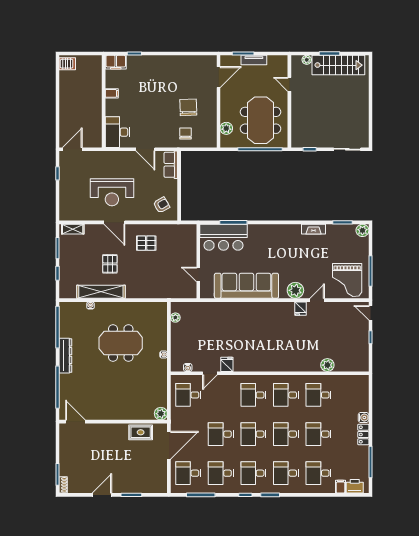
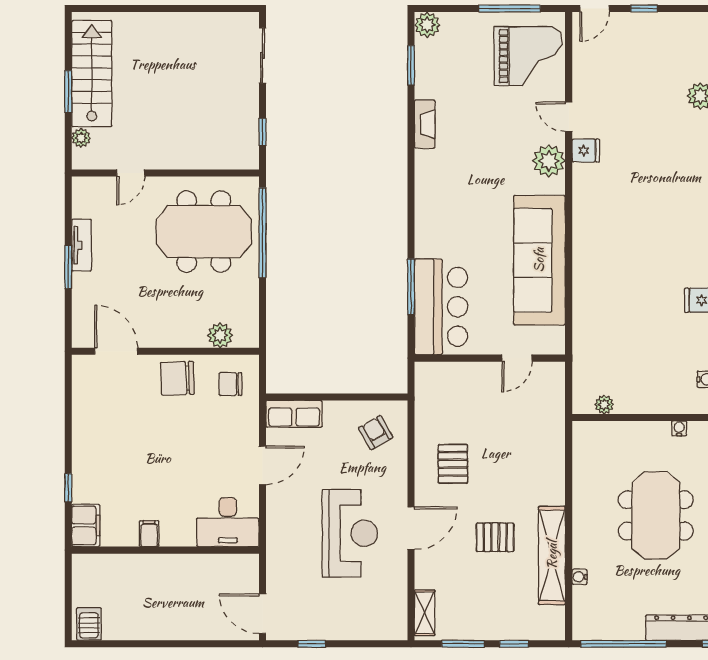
door: (218, 77) -> (116, 351), moved
wall: (218, 101) -> (165, 351), moved
plant: (226, 128) -> (220, 335), moved

